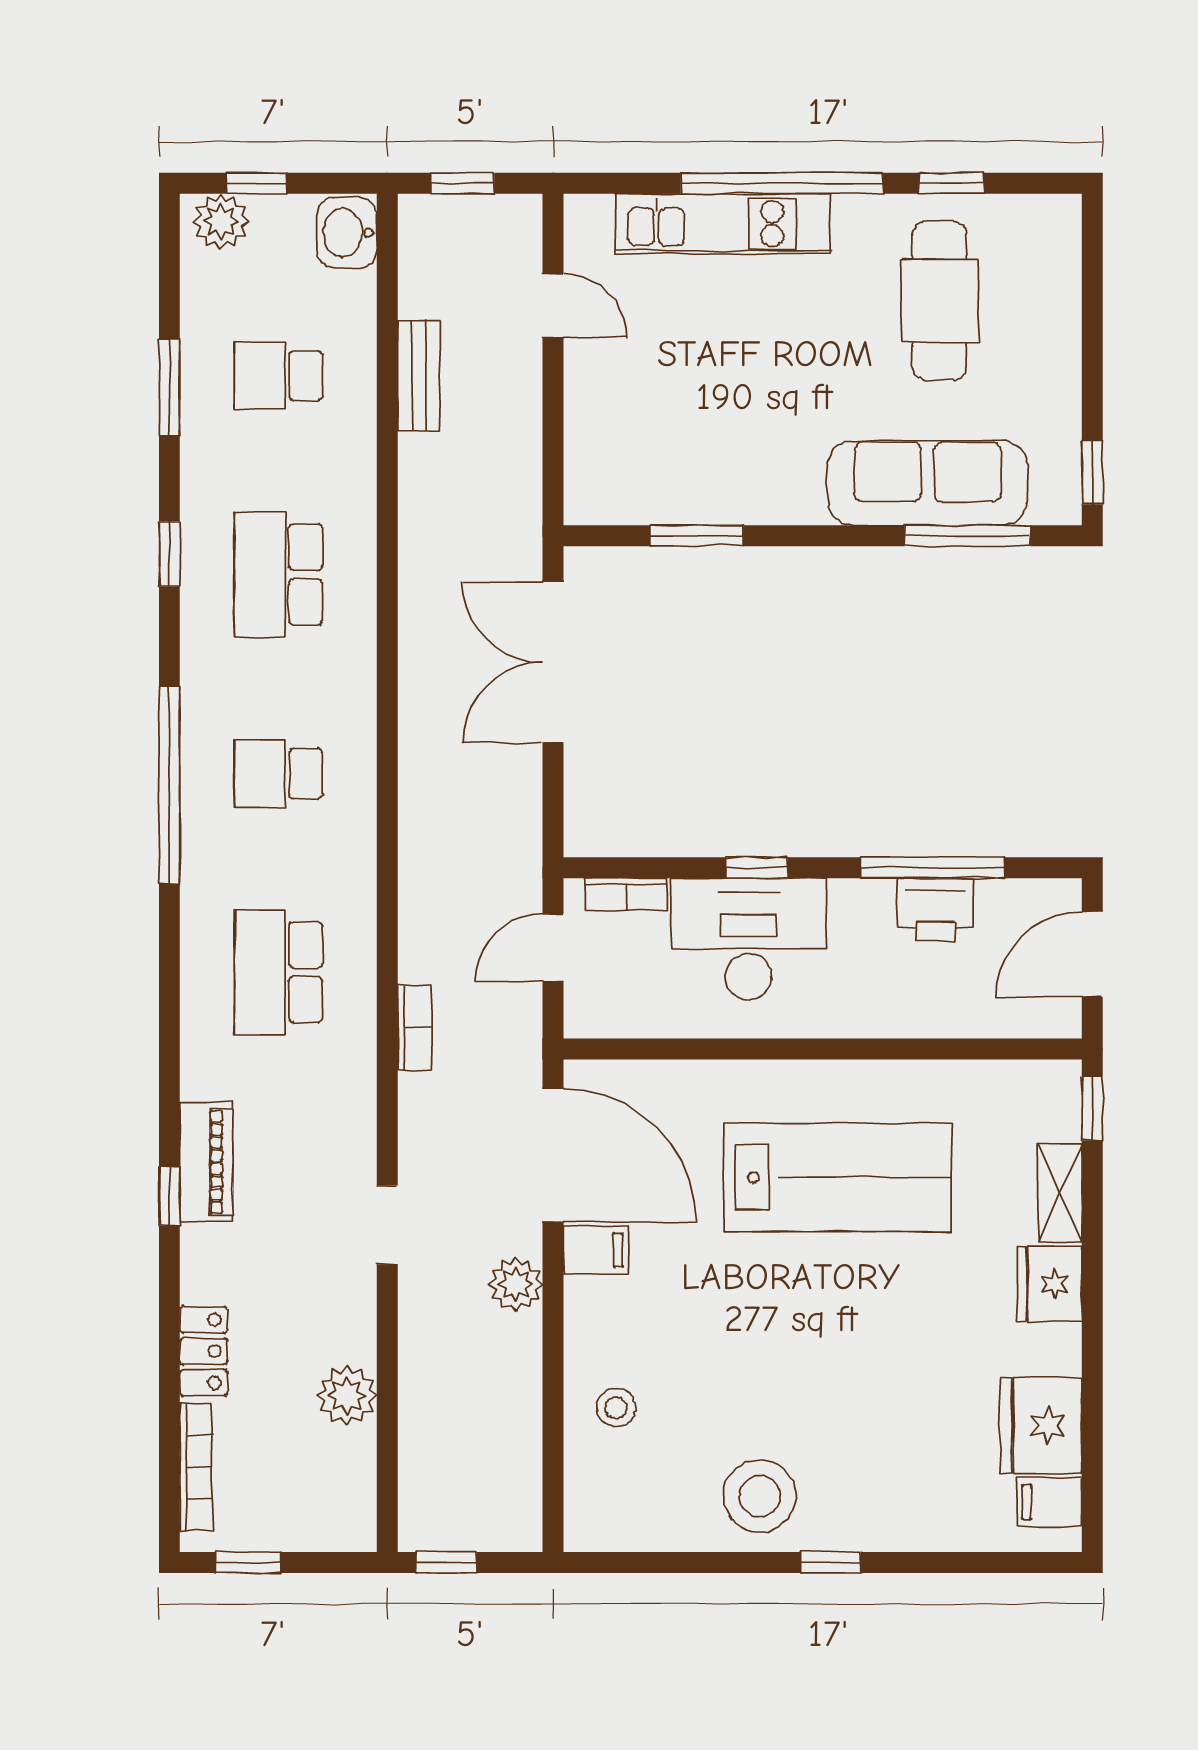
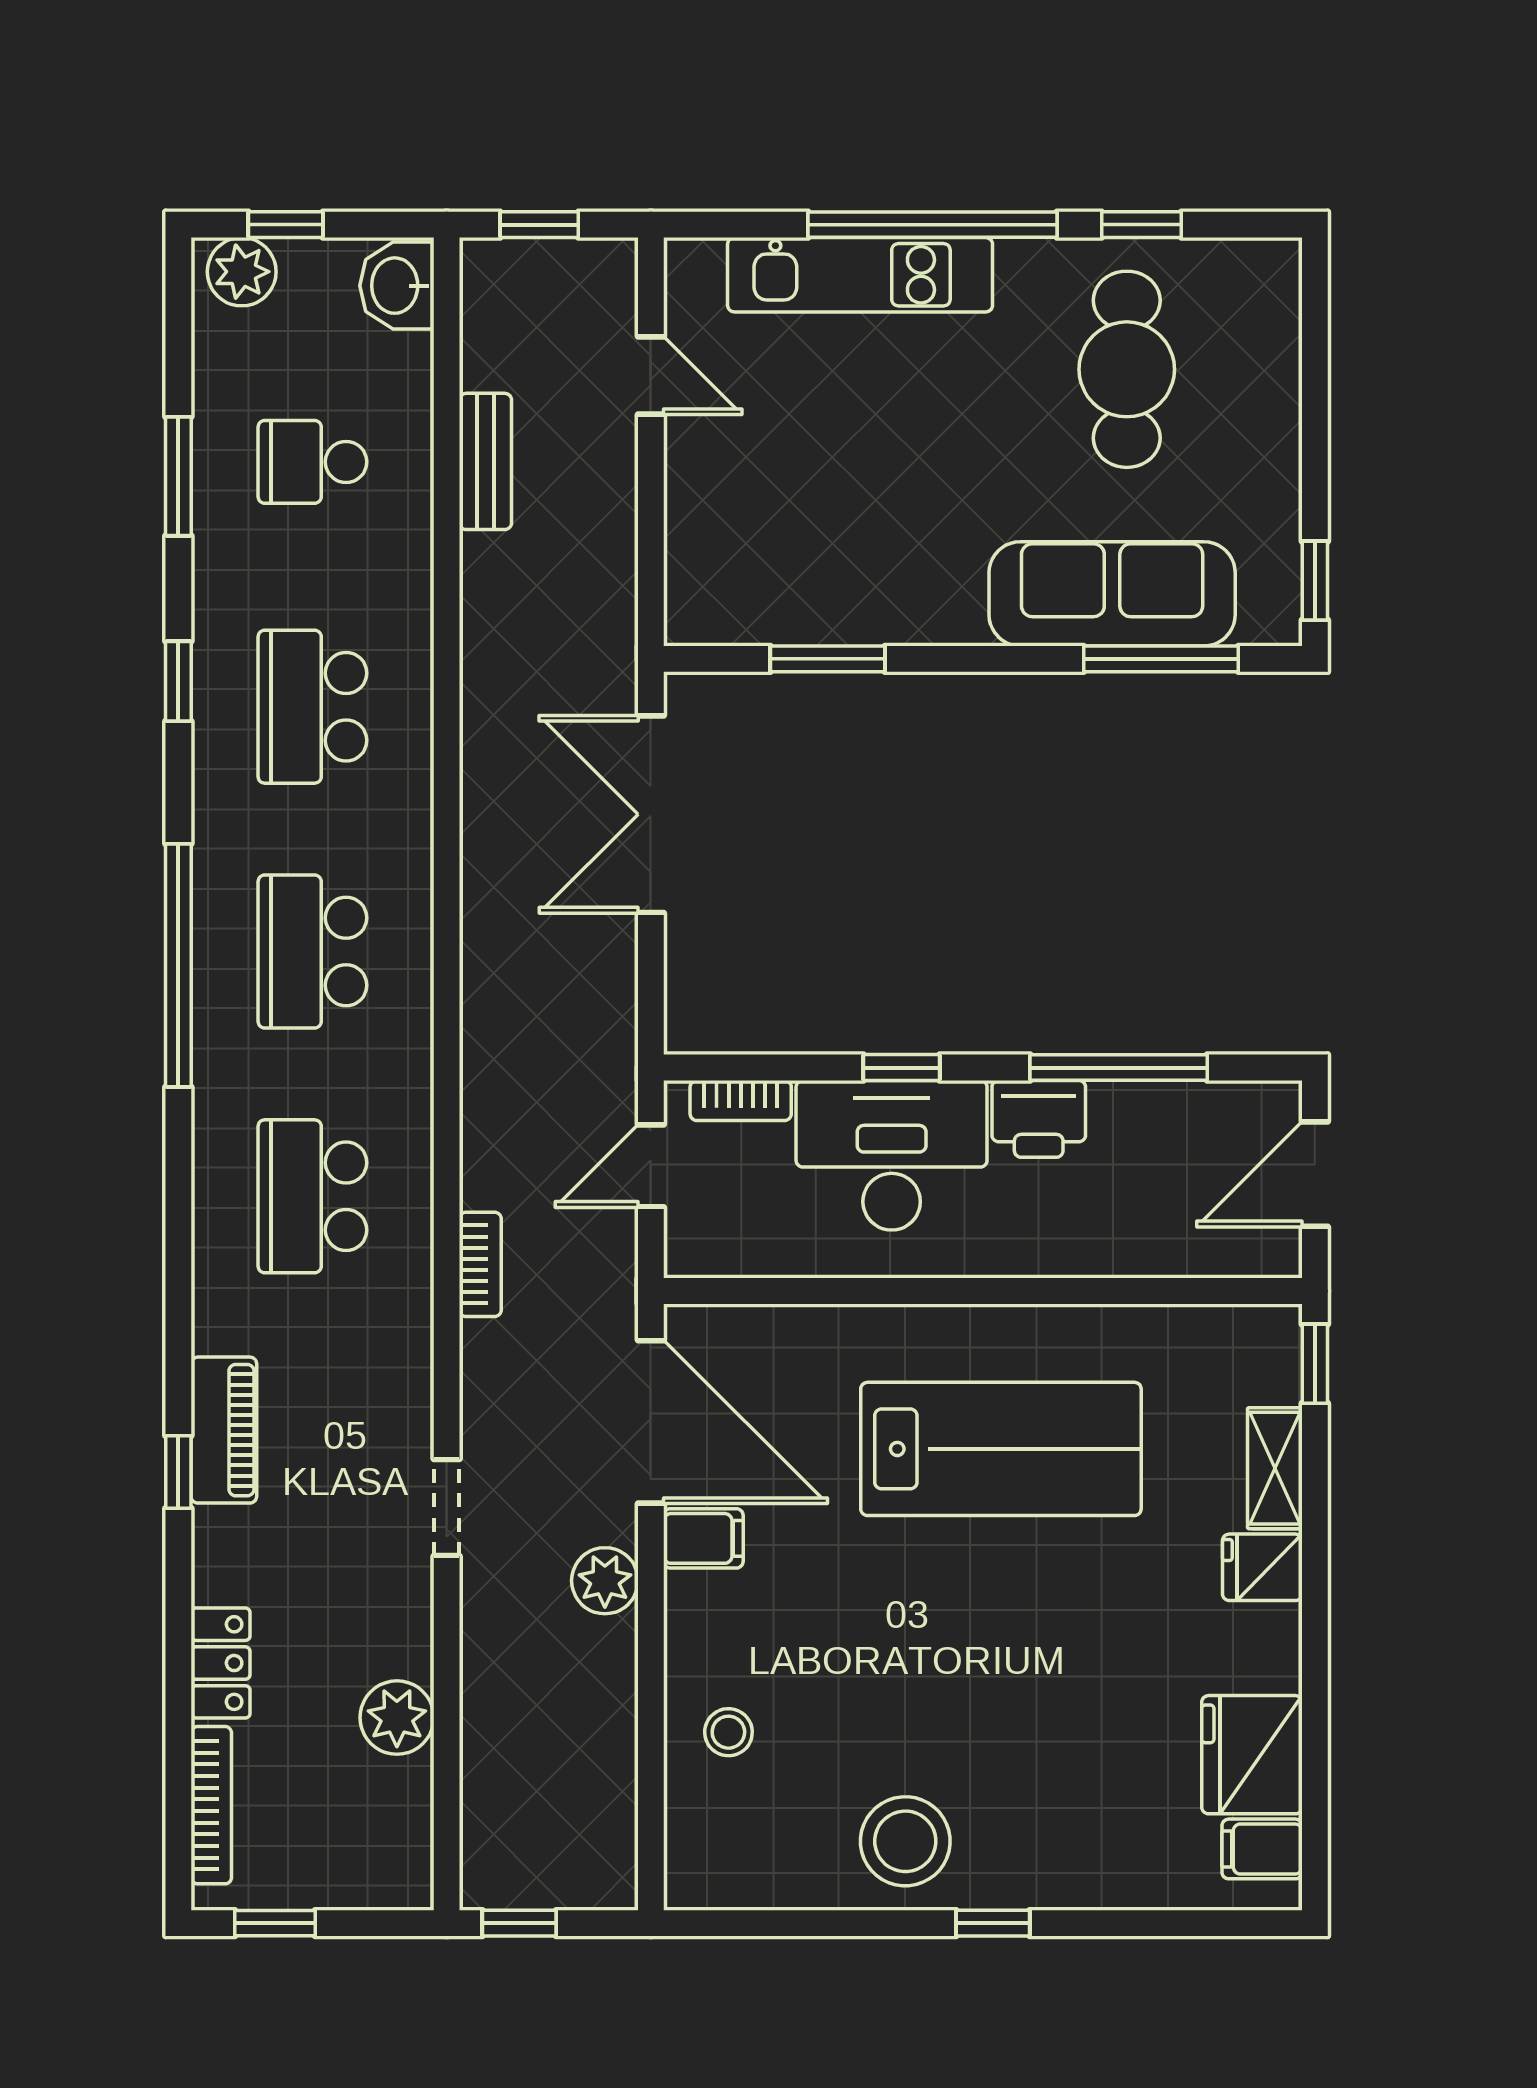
school desk: (278, 773) -> (312, 951), width x1.85
printer: (936, 909) -> (1039, 1119), moved
fridge: (1050, 1284) -> (1262, 1567), width x0.72

